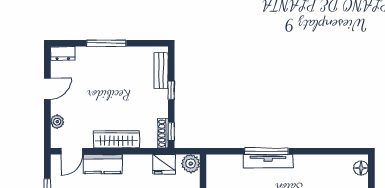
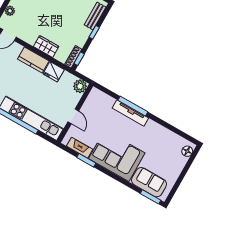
wardrobe: (116, 139) -> (46, 46), width x0.67
kitchen counter: (103, 164) -> (33, 60), moved
fridge: (164, 164) -> (54, 72), moved

